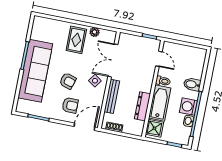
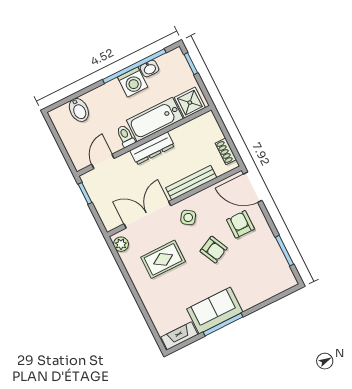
fireplace: (37, 28) -> (179, 336), added
plant: (95, 32) -> (121, 244), moved
rug: (76, 40) -> (163, 259), moved
double door: (113, 60) -> (147, 215), swing flipped
sofa: (35, 71) -> (215, 311), width x0.54, depth x0.79
armchair: (68, 81) -> (214, 250), turned 137
bidet: (192, 84) -> (79, 110), moved
dresser: (142, 106) -> (152, 148), moved

